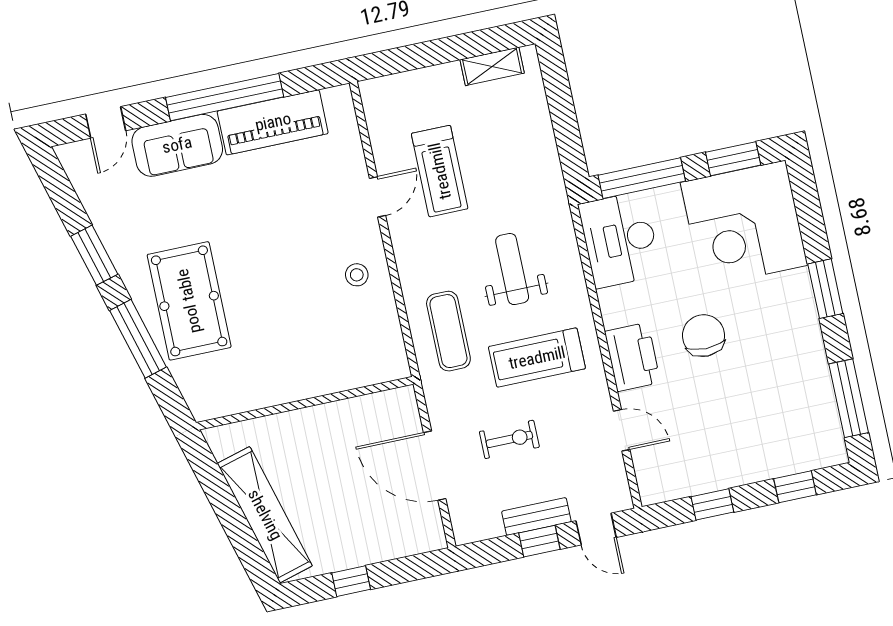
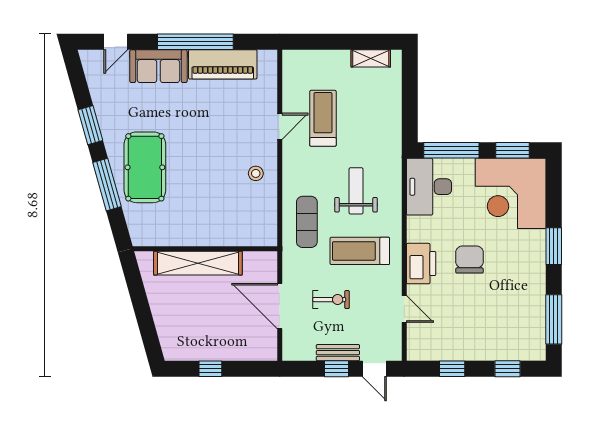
treadmill: (440, 171) -> (323, 118), turned 180
shelving: (265, 515) -> (198, 263), moved, turned -74

